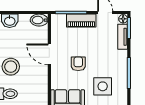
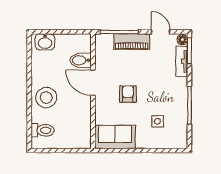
bidet: (39, 20) -> (81, 60), moved
side table: (103, 86) -> (157, 121), width x0.54, depth x0.54

